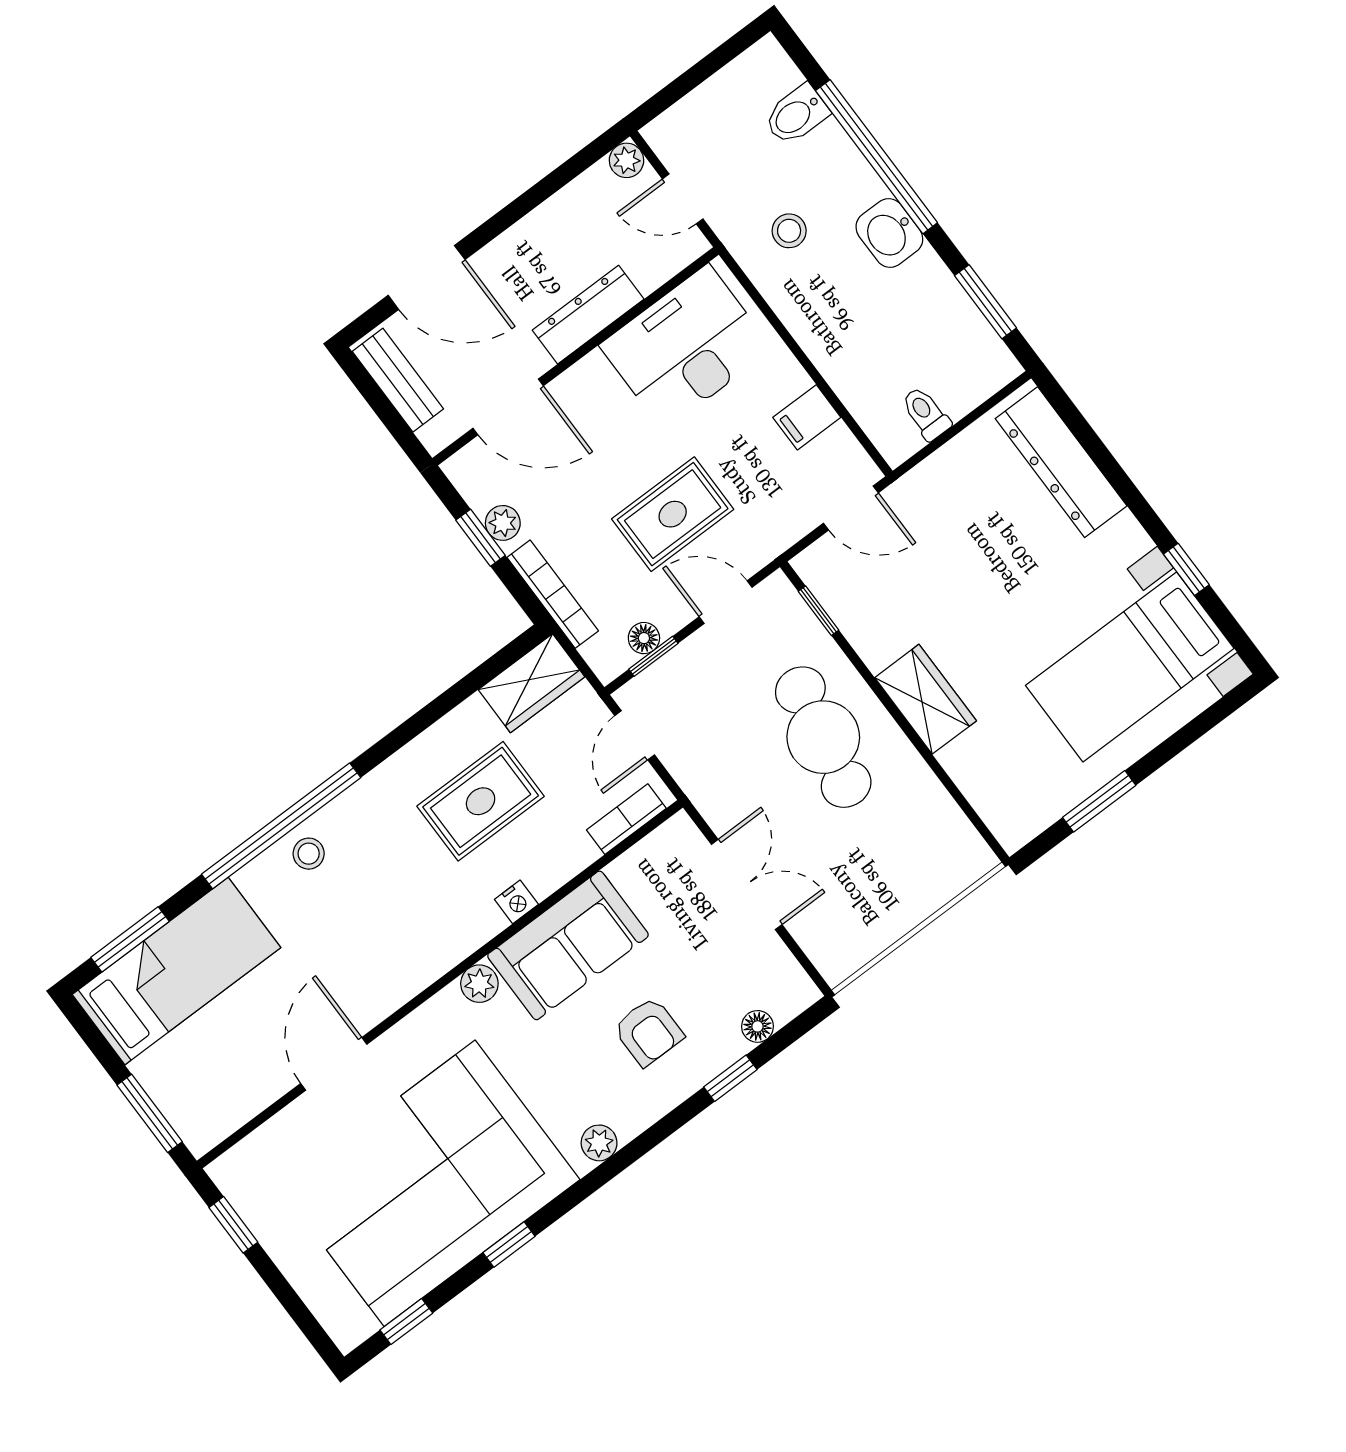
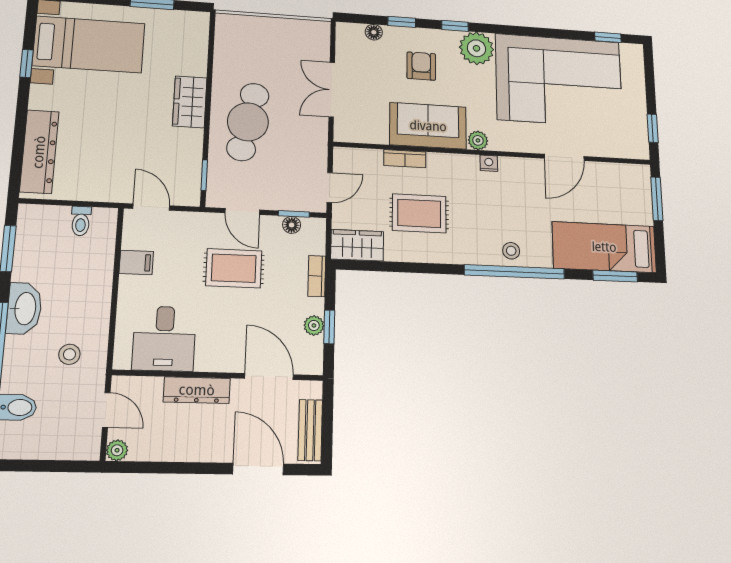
washbasin: (889, 233) -> (24, 309), width x1.38
desk: (686, 347) -> (164, 339), width x0.73
bookcase: (553, 594) -> (317, 276), width x0.64
bookcase: (626, 819) -> (405, 159), moved
nightstand: (516, 902) -> (489, 163), moved
plant: (599, 1143) -> (477, 48), width x1.88, depth x1.88
window: (509, 1244) -> (455, 26), moved

